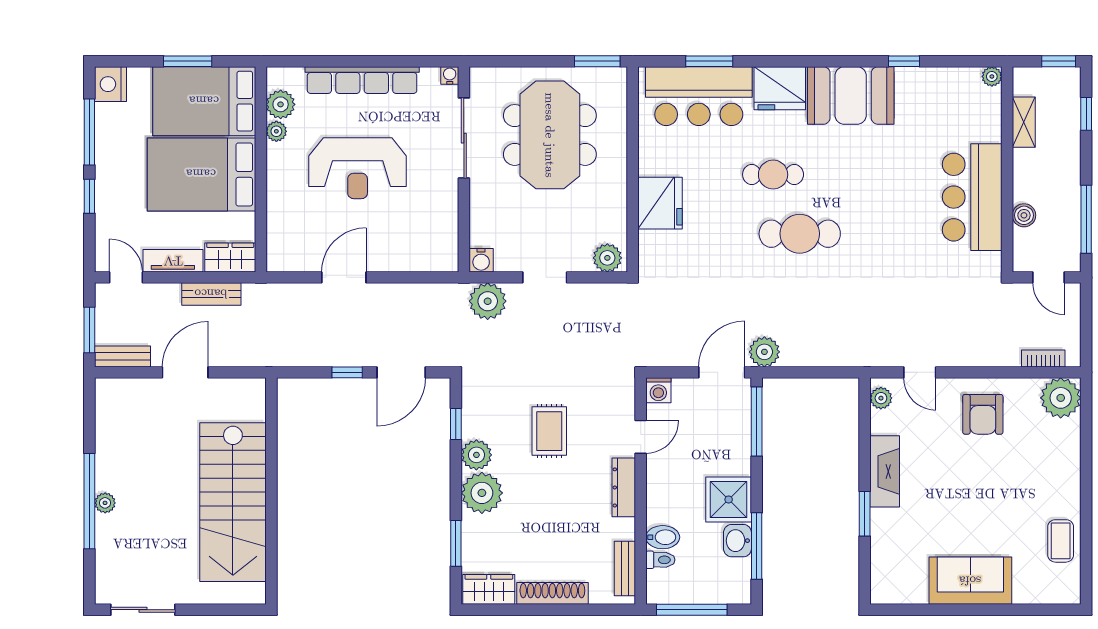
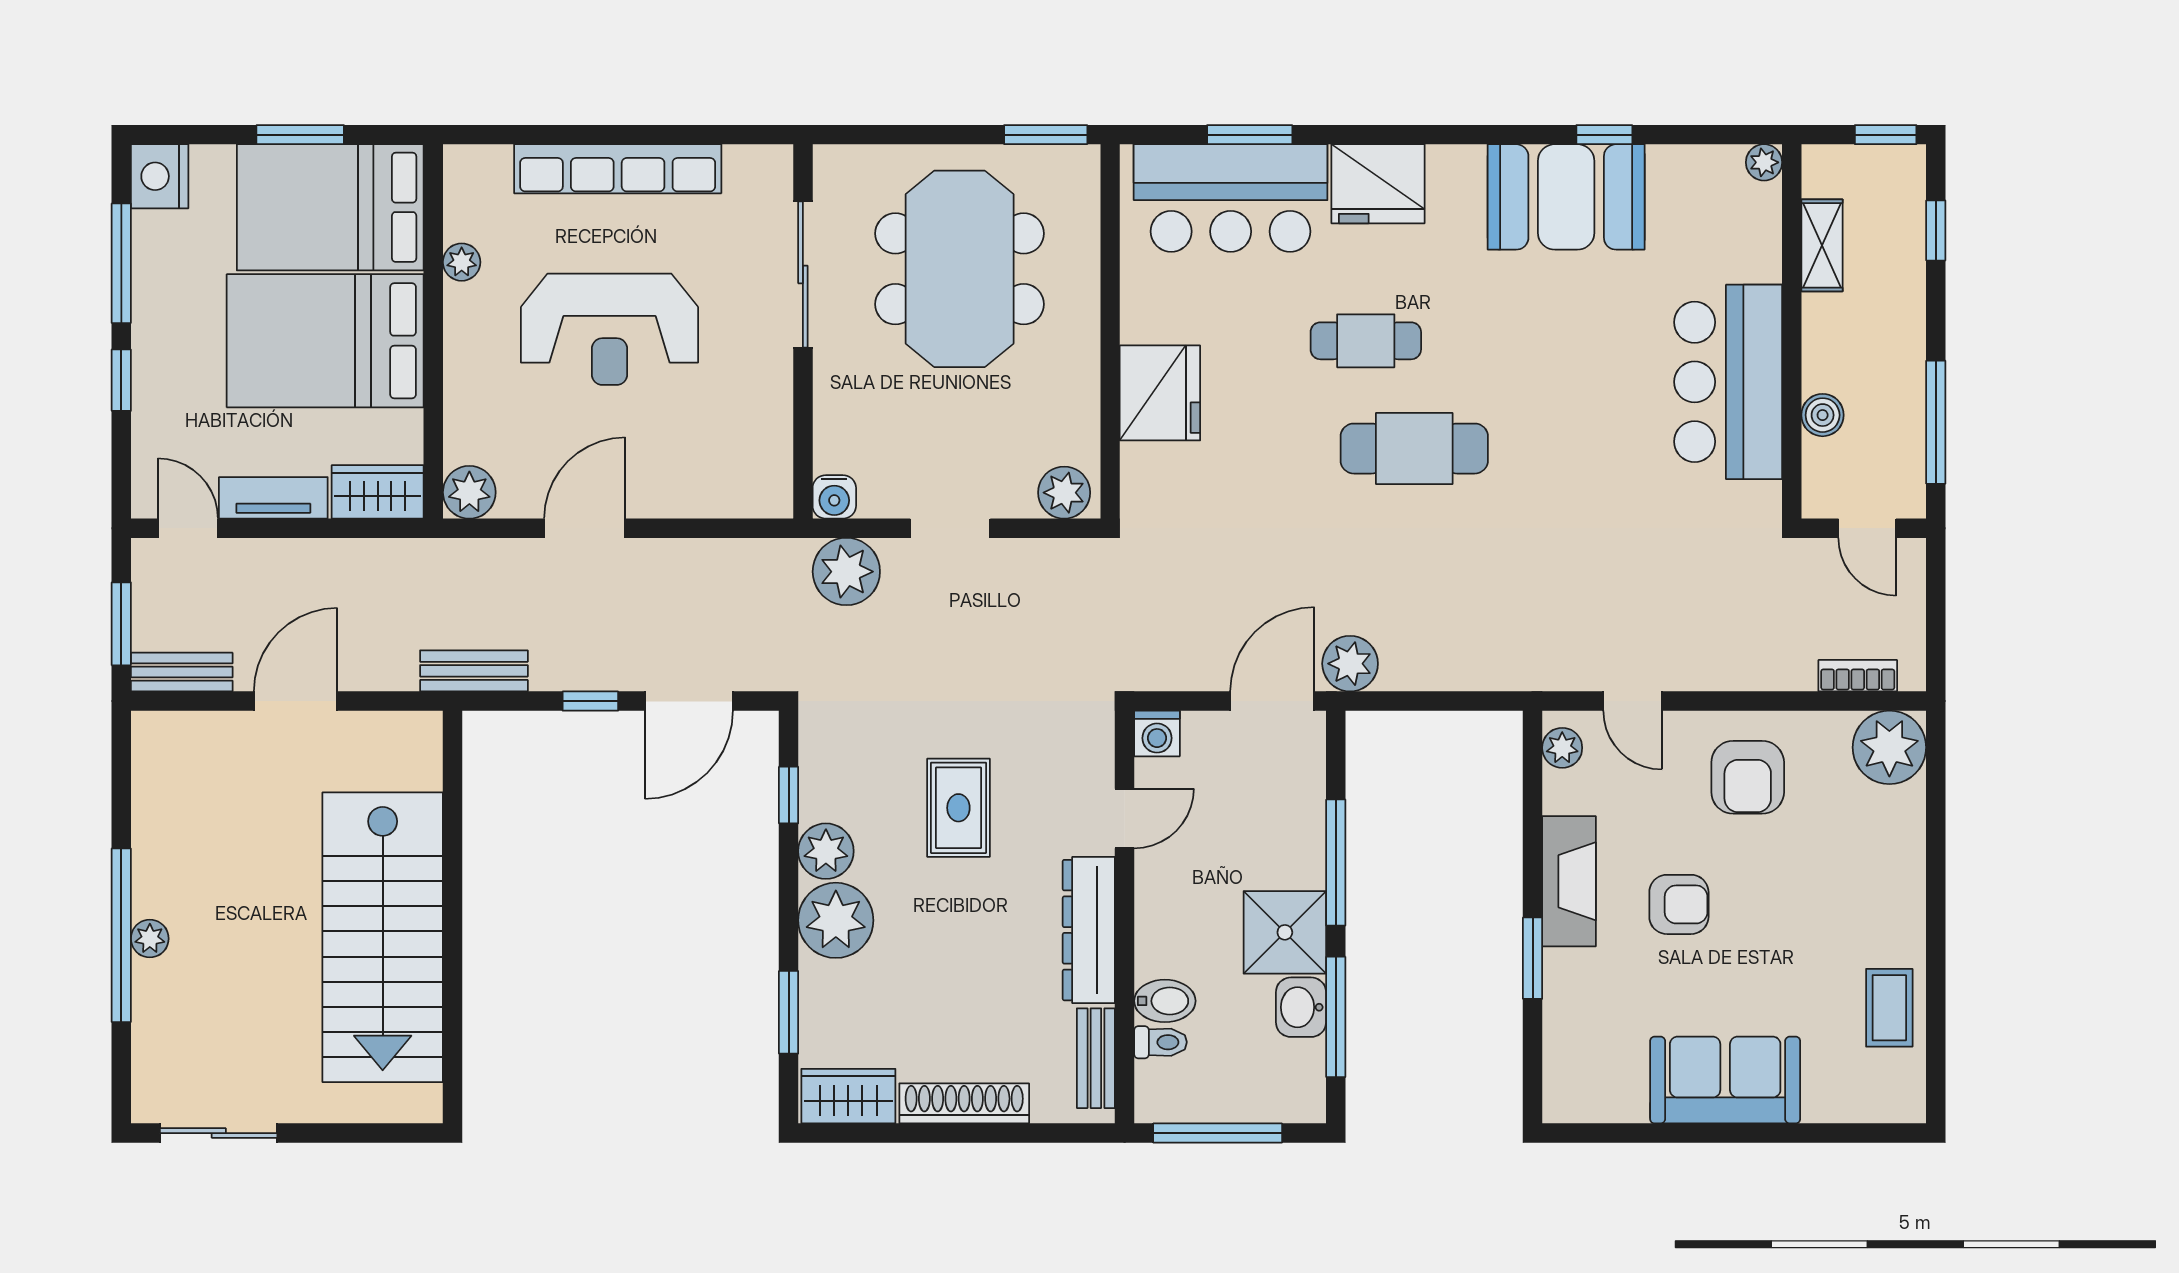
water cooler: (450, 75) -> (777, 160), removed
booth: (851, 95) -> (1566, 197), moved
plant: (281, 104) -> (469, 492), moved
bench: (211, 294) -> (474, 671), moved
window: (757, 421) -> (1336, 863), moved
armchair: (945, 484) -> (1679, 904), added
dresser: (624, 487) -> (1089, 930), width x1.37, depth x1.24

